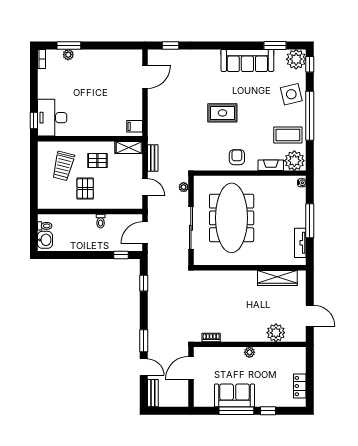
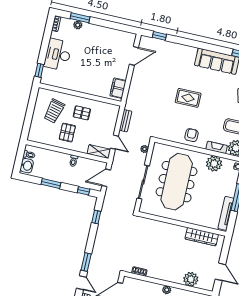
desk: (52, 118) -> (58, 55), moved
filing cabinet: (135, 126) -> (118, 88), width x2.00
shelving: (129, 147) -> (99, 152), moved
plant: (272, 186) -> (214, 164), added
tv unit: (300, 243) -> (226, 213), width x1.41
window: (79, 255) -> (51, 184), added

